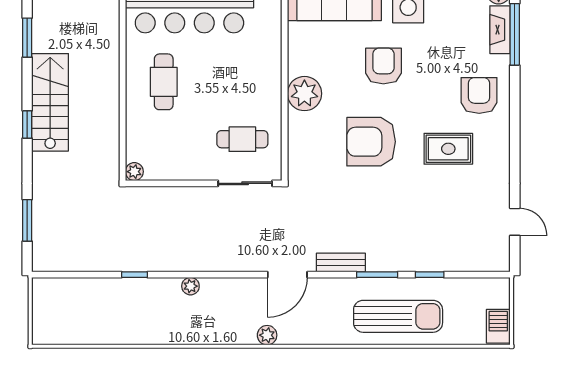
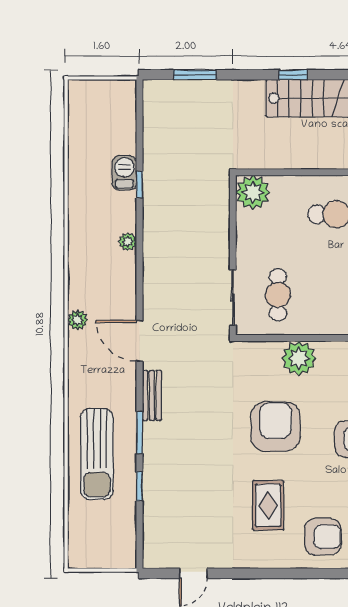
plant: (304, 94) -> (299, 358), moved
plant: (134, 172) -> (253, 192), width x1.88, depth x1.88
barbecue: (498, 326) -> (124, 173), moved, turned -90

